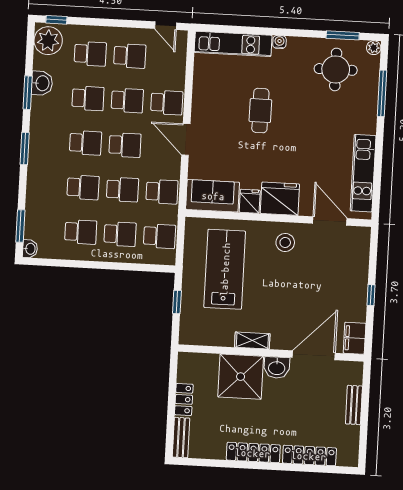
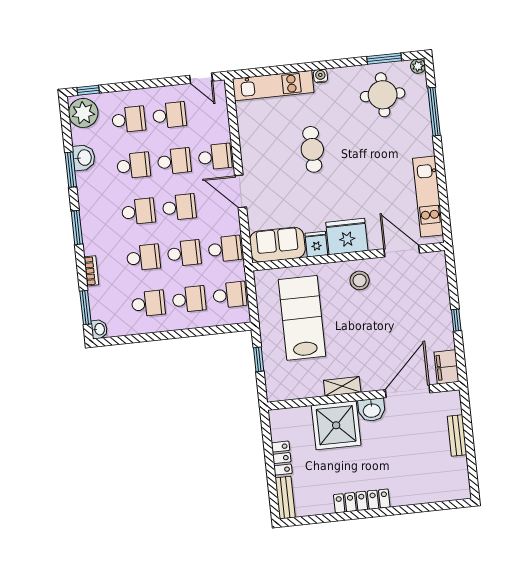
bookcase: (32, 192) -> (91, 271), added
locker: (309, 456) -> (420, 495), removed

